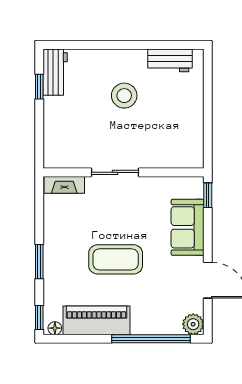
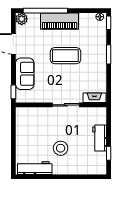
workbench: (170, 60) -> (35, 168), width x1.38
workbench: (55, 72) -> (100, 138), moved
piano: (97, 320) -> (60, 21), moved

